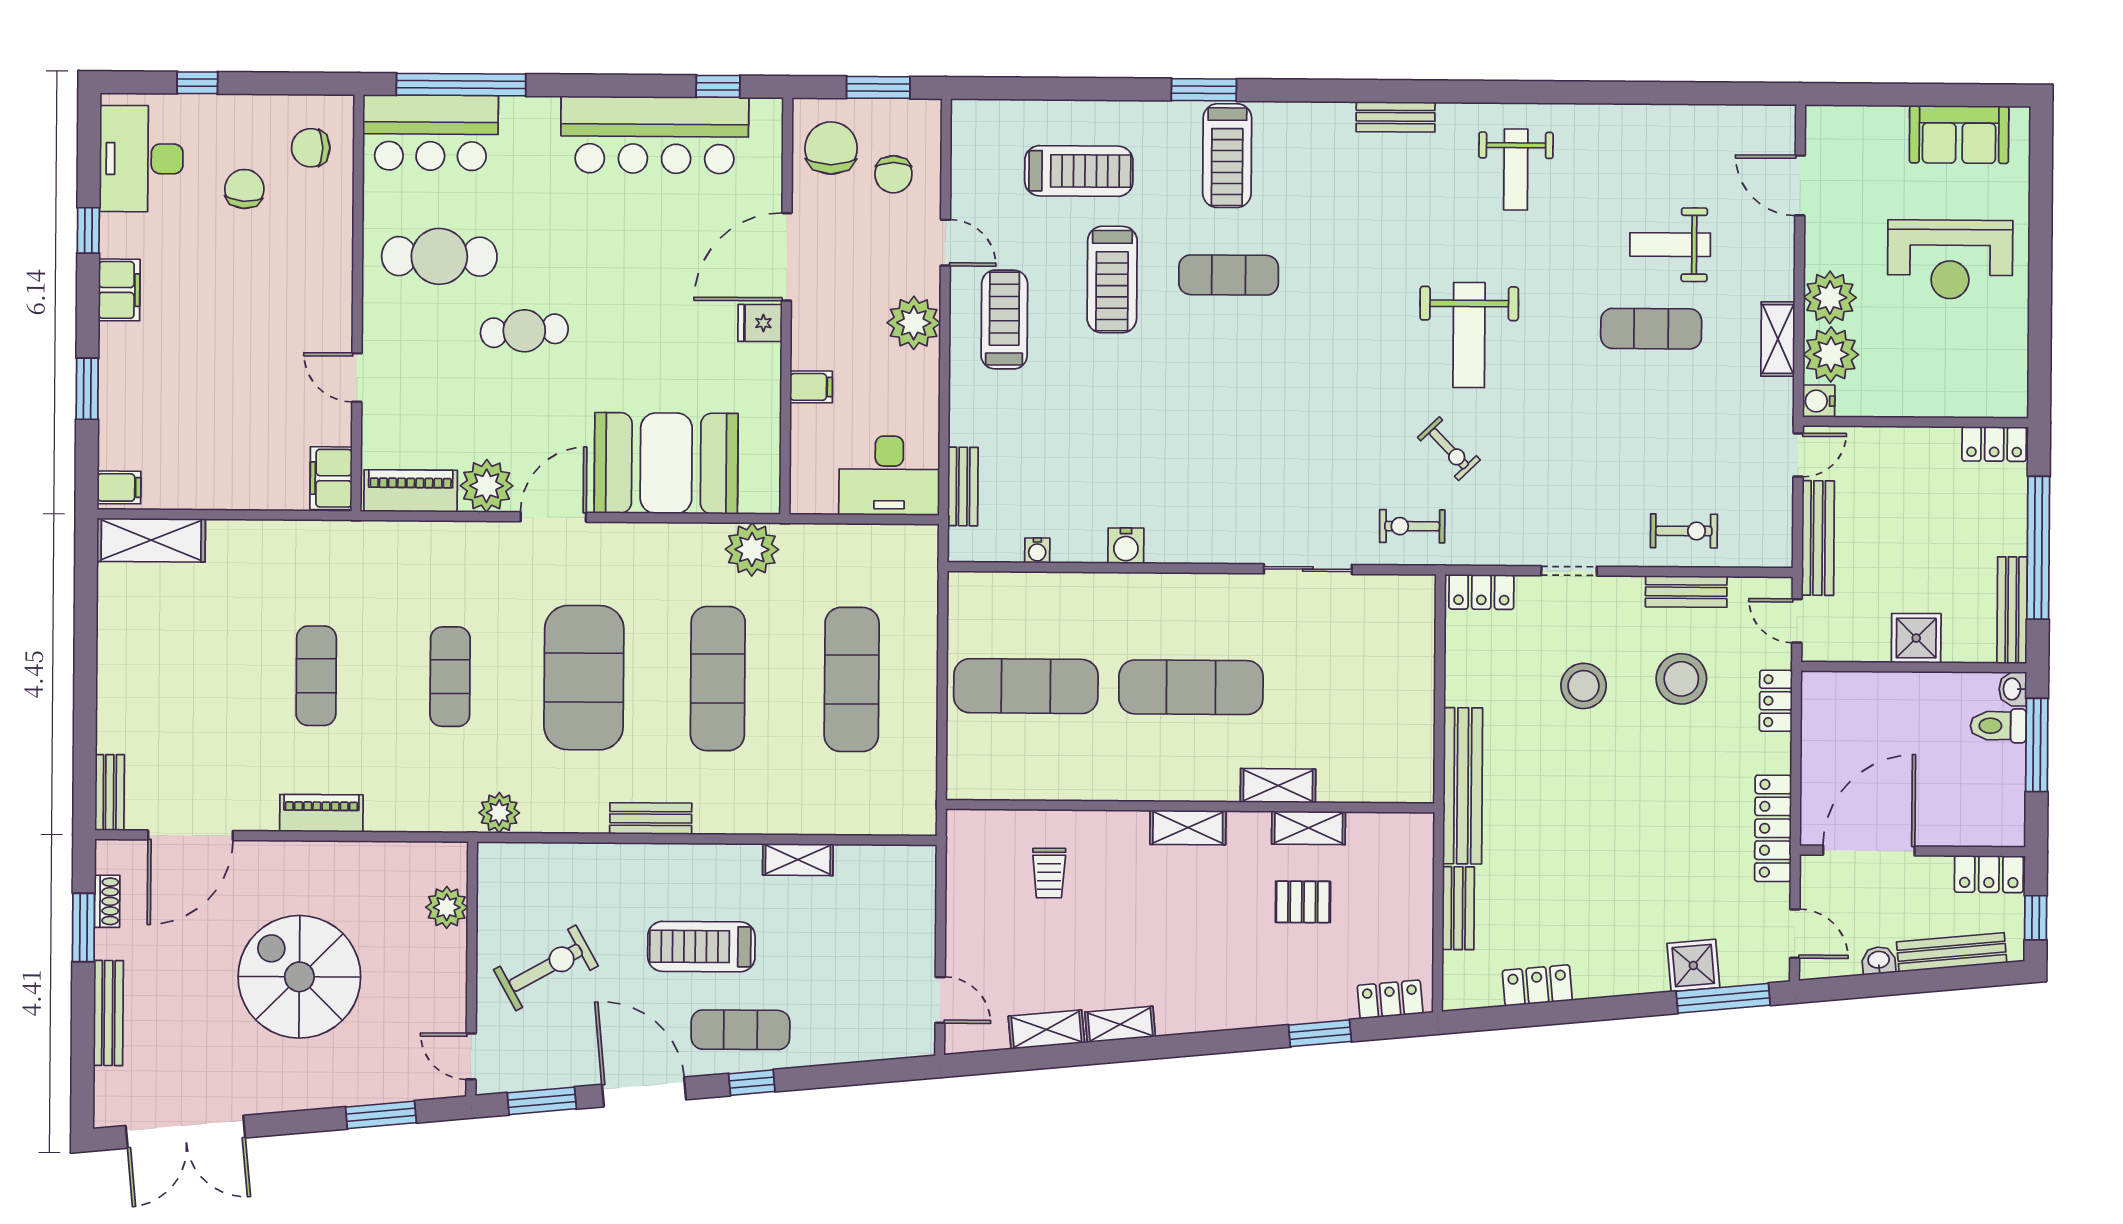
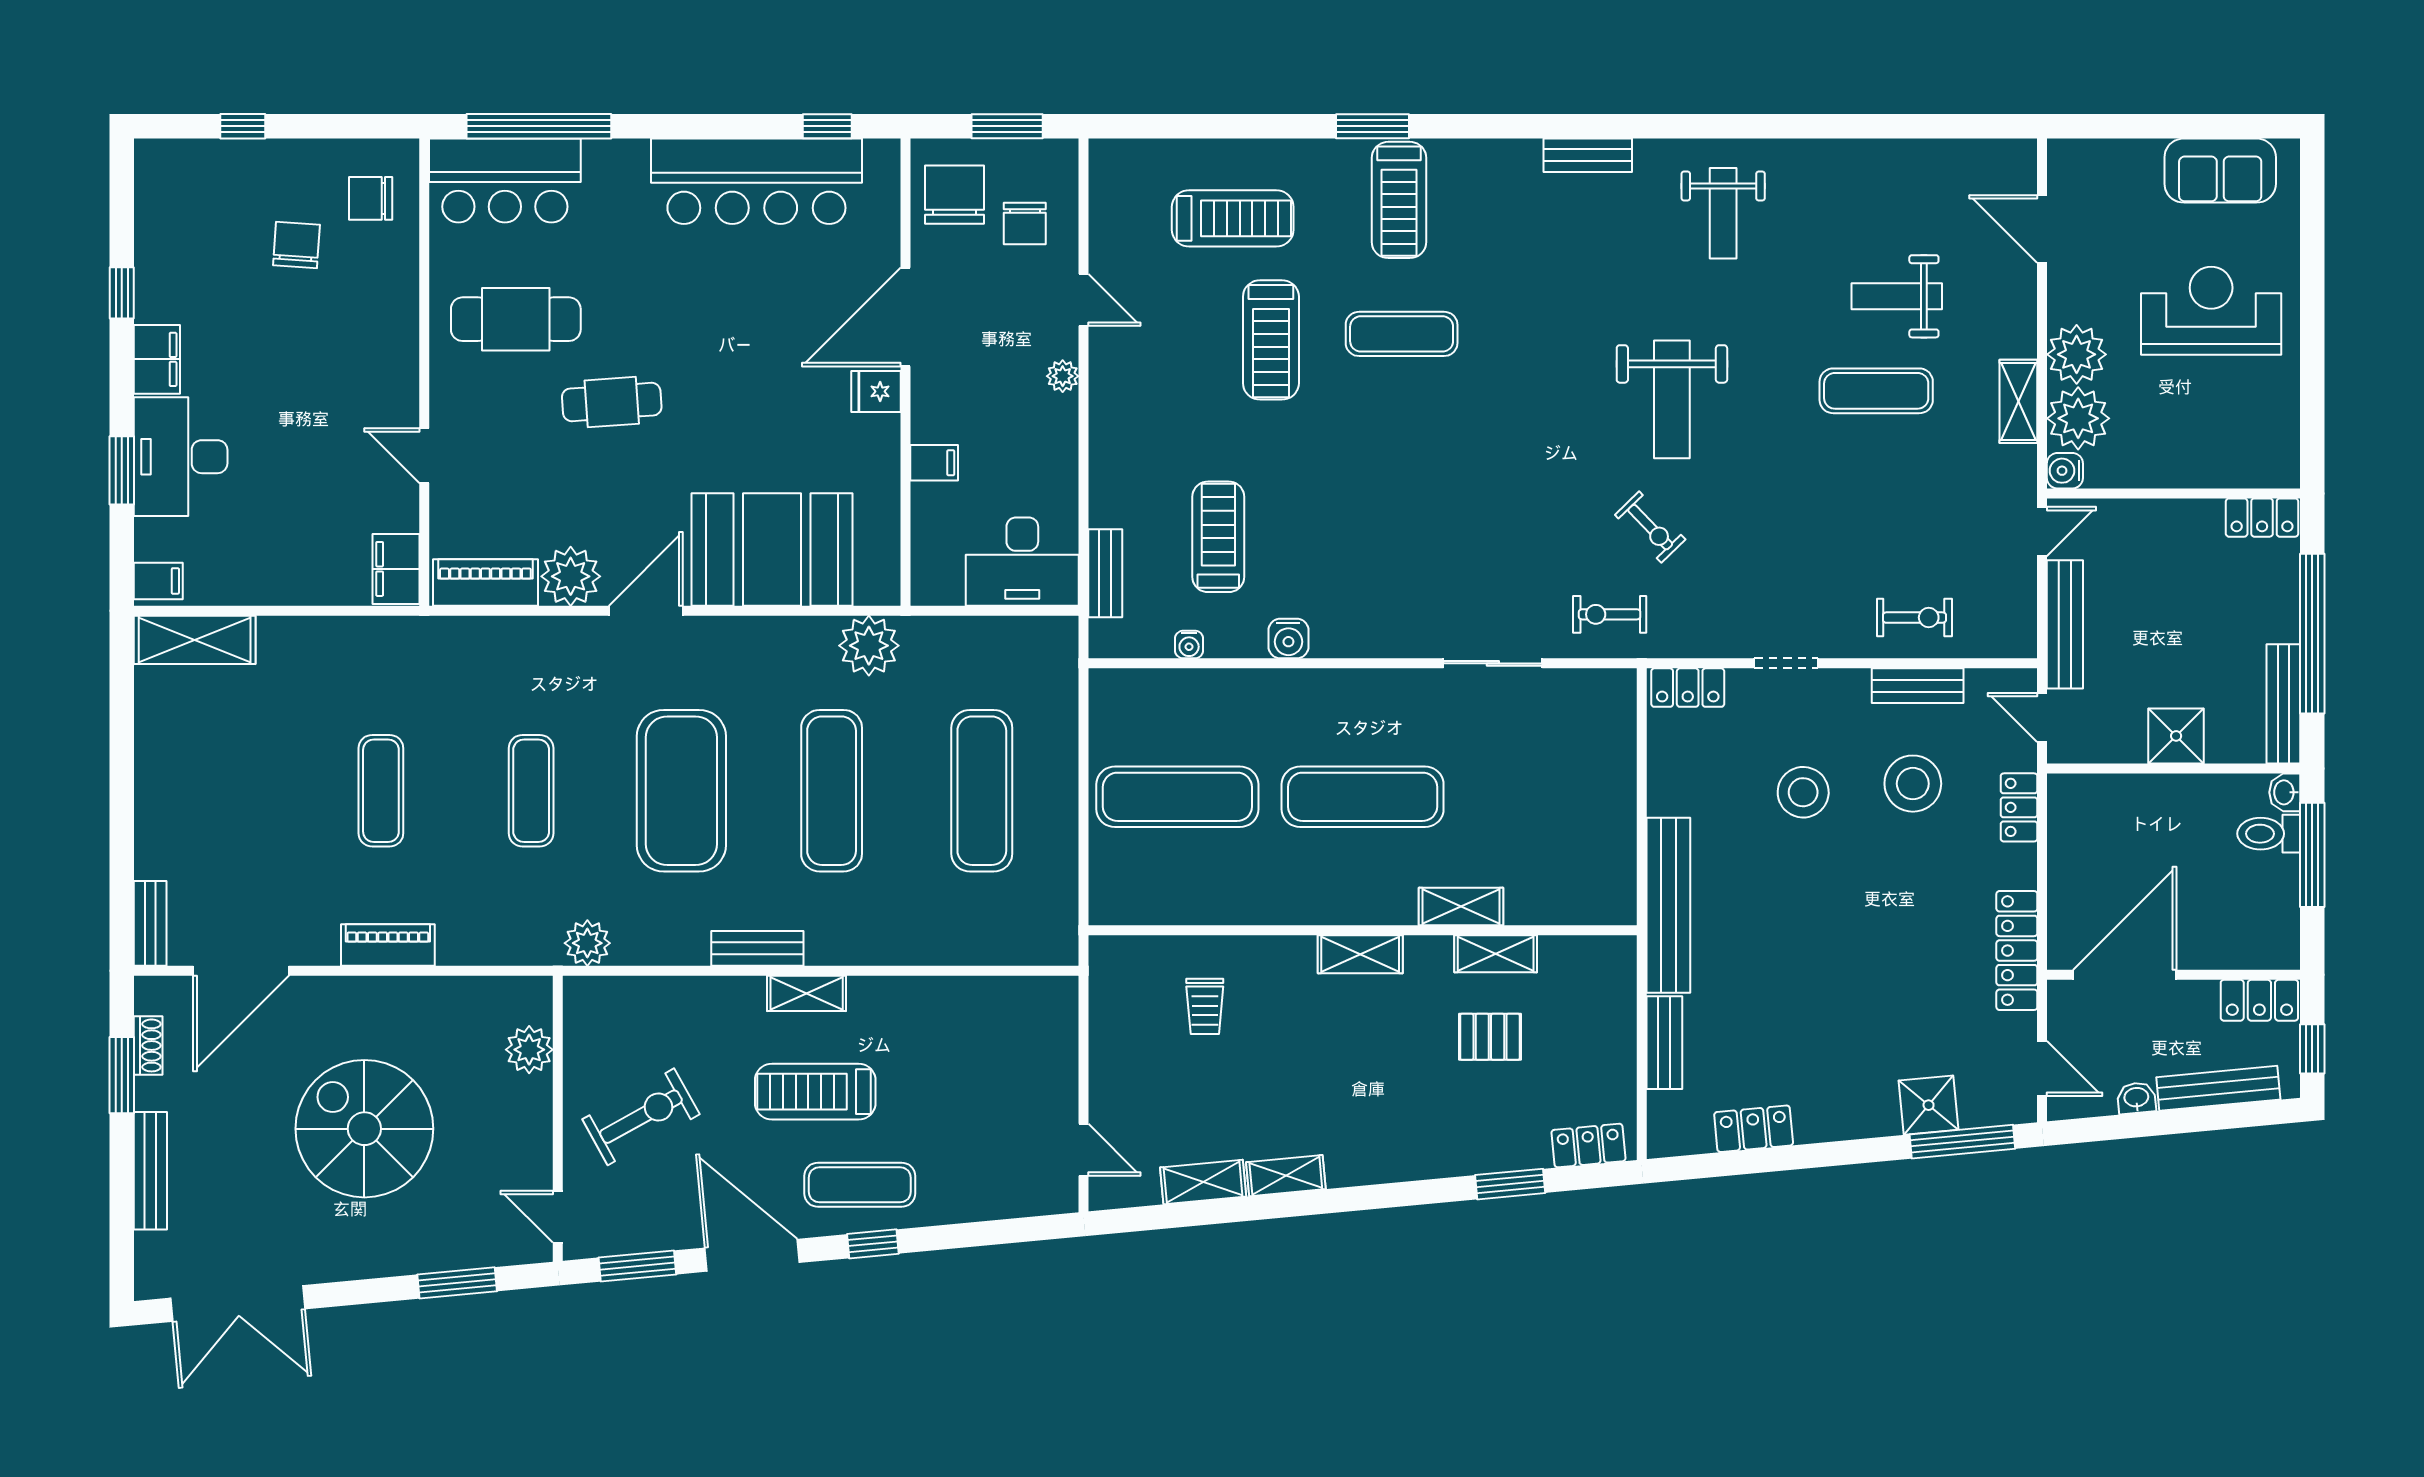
desk: (141, 159) -> (181, 457), moved
reception desk: (1950, 259) -> (2211, 311), turned 180
treadmill: (1004, 320) -> (1218, 537), moved
plant: (914, 323) -> (1063, 376), width x0.53, depth x0.53
shelving: (798, 860) -> (807, 993), moved

